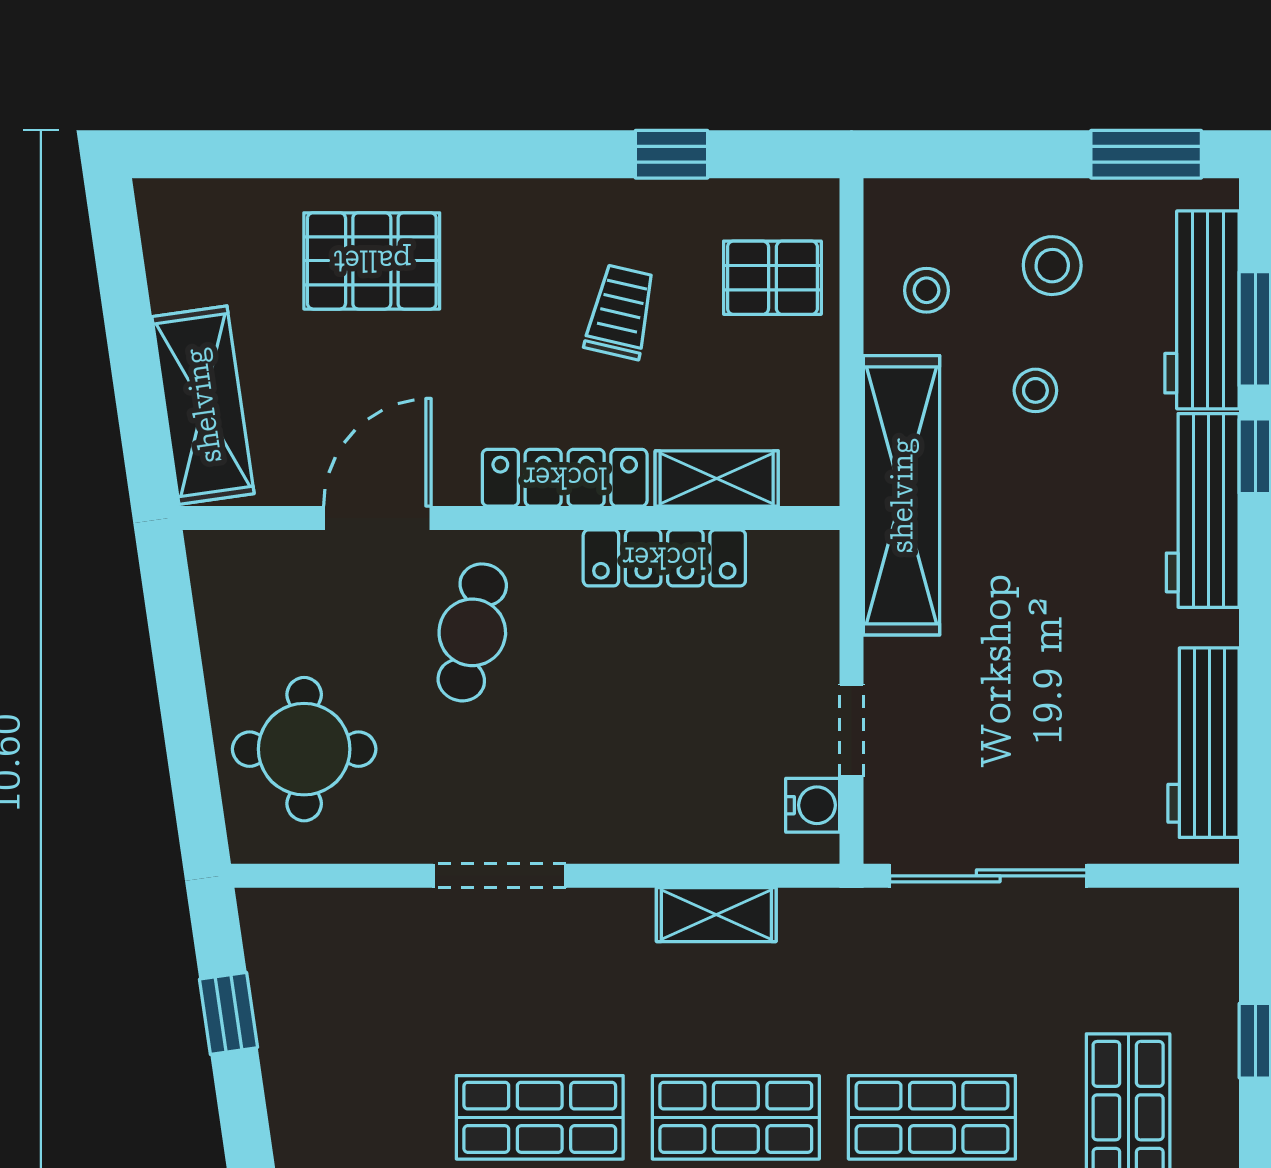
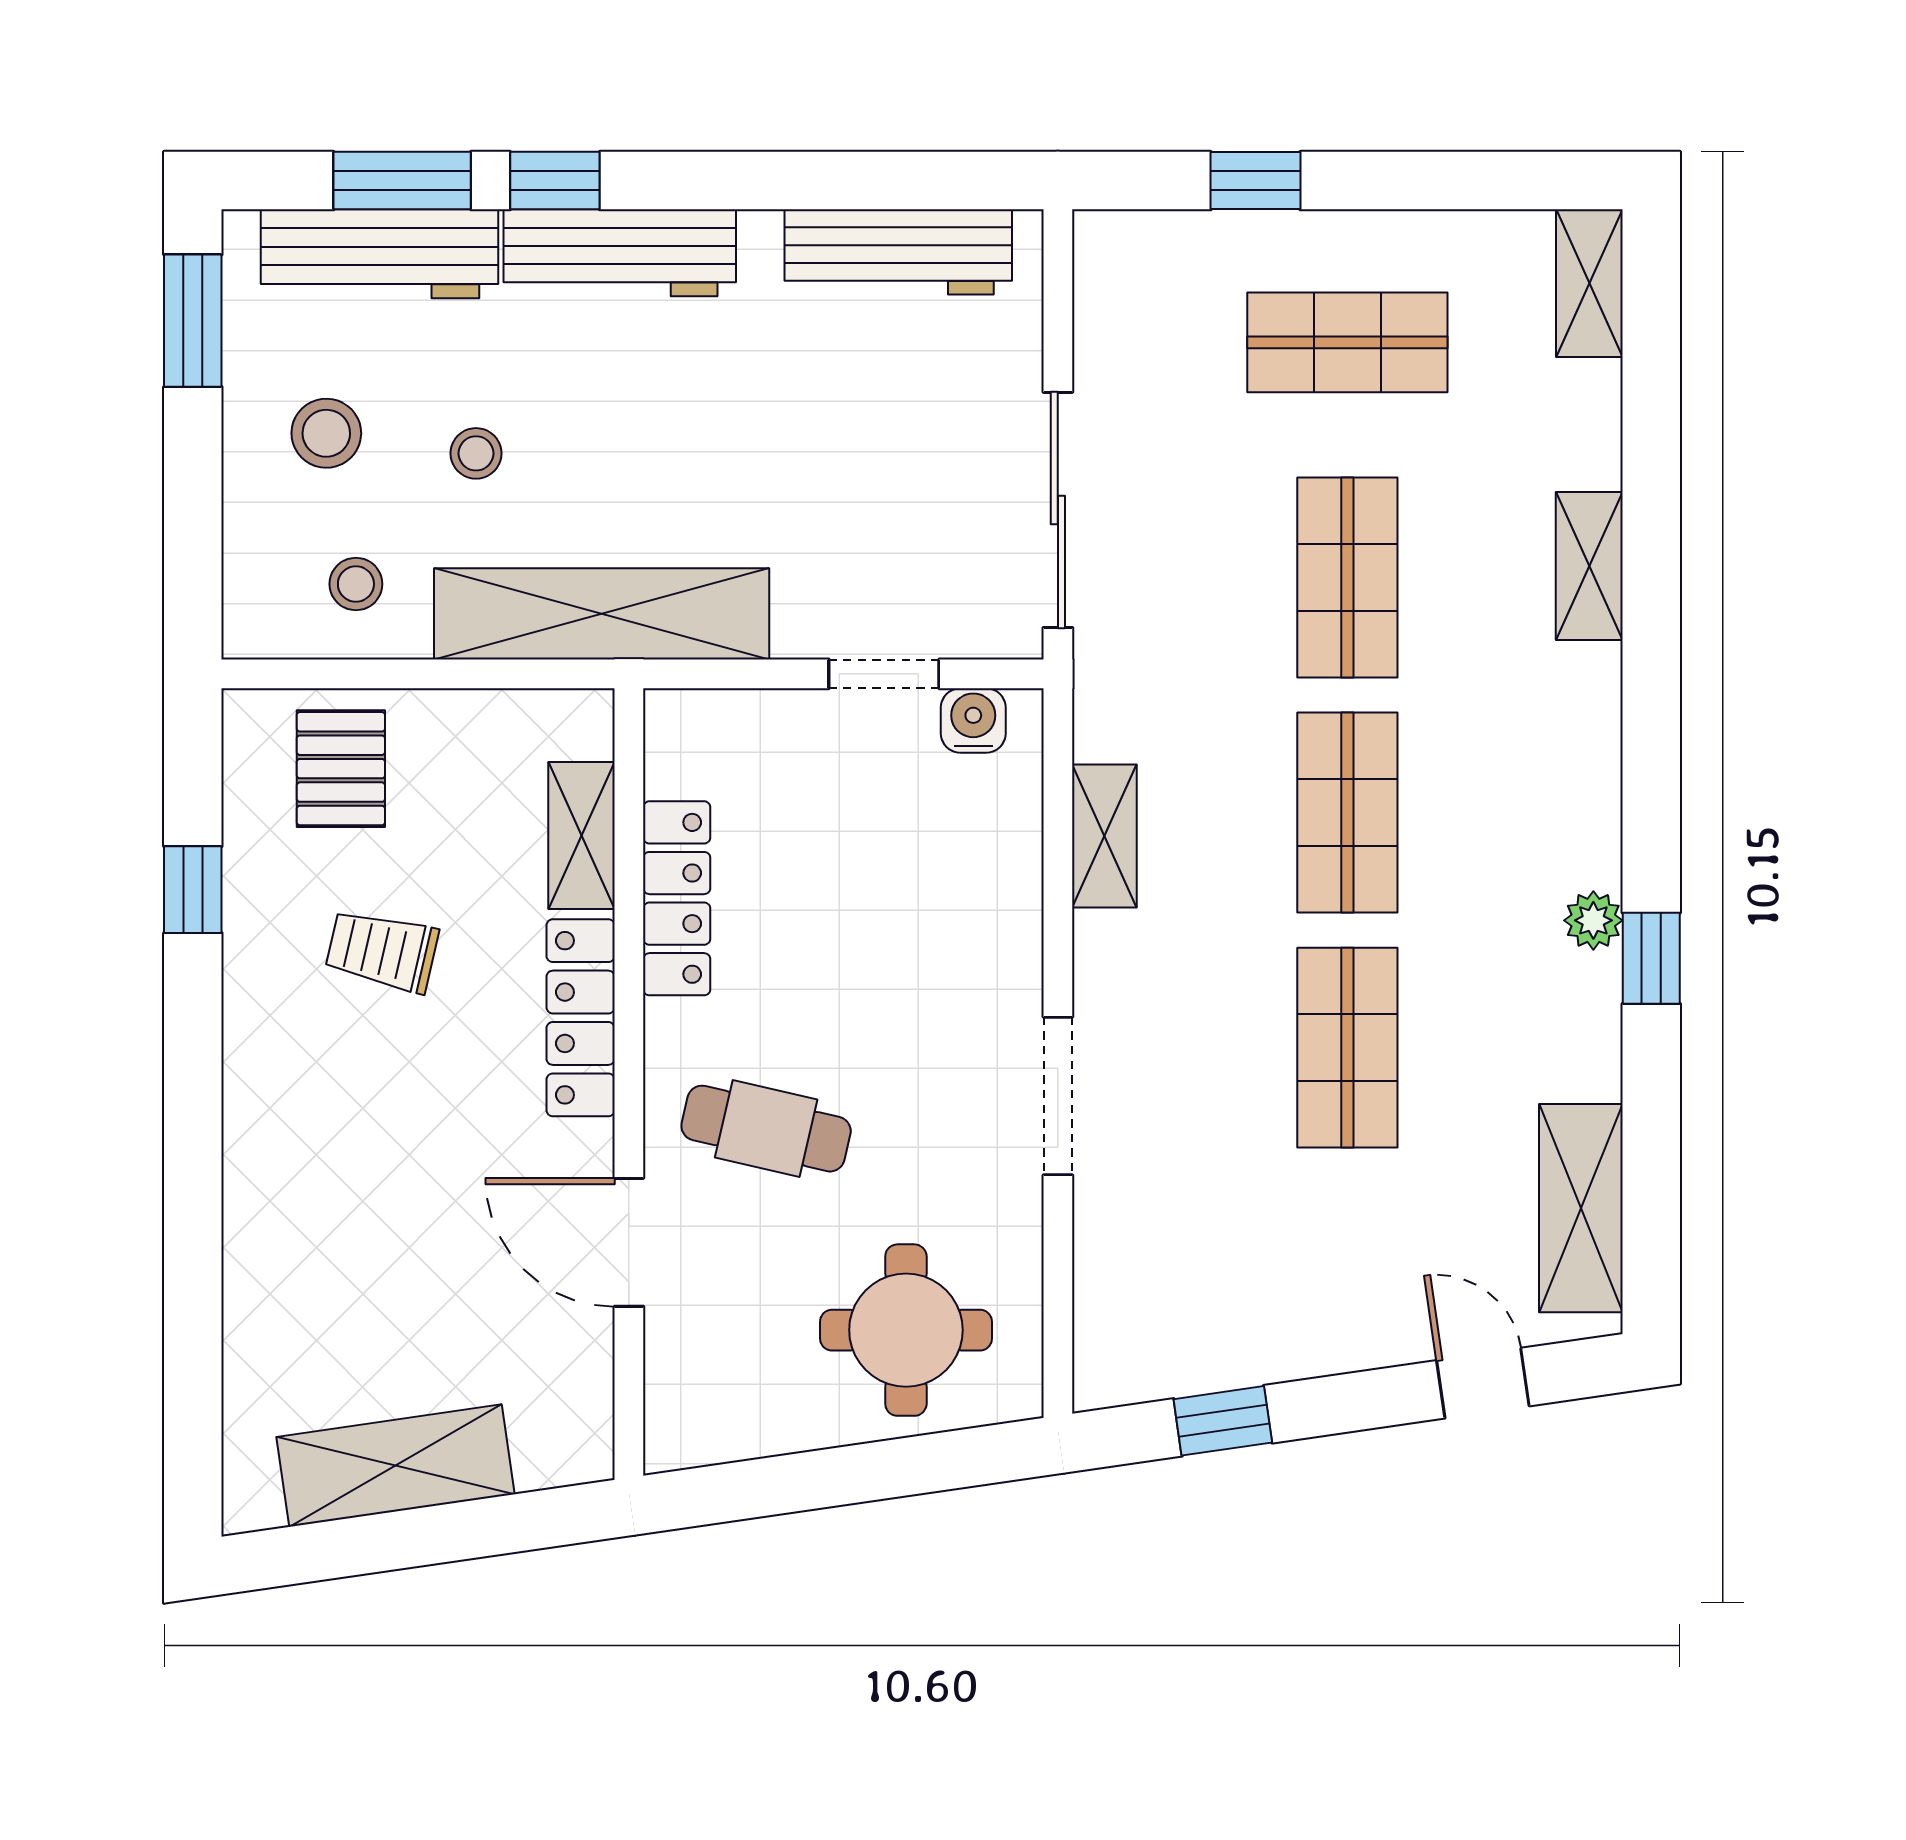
pallet: (372, 261) -> (321, 1249), removed
shelving: (203, 405) -> (395, 1466), moved

